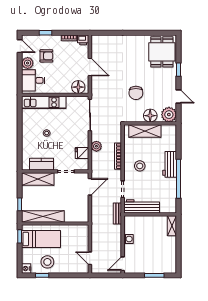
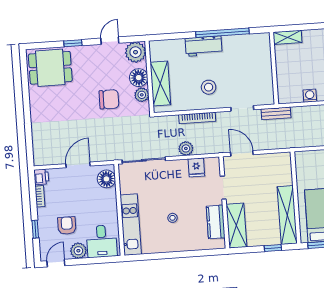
plant: (138, 117) -> (142, 95), added
workbench: (142, 206) -> (264, 81), removed

